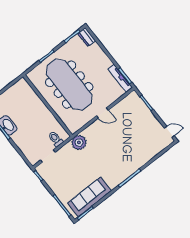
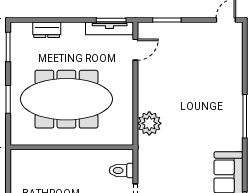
dresser: (87, 37) -> (47, 30), moved
door: (102, 113) -> (135, 50), moved
plant: (79, 143) -> (149, 123), moved

